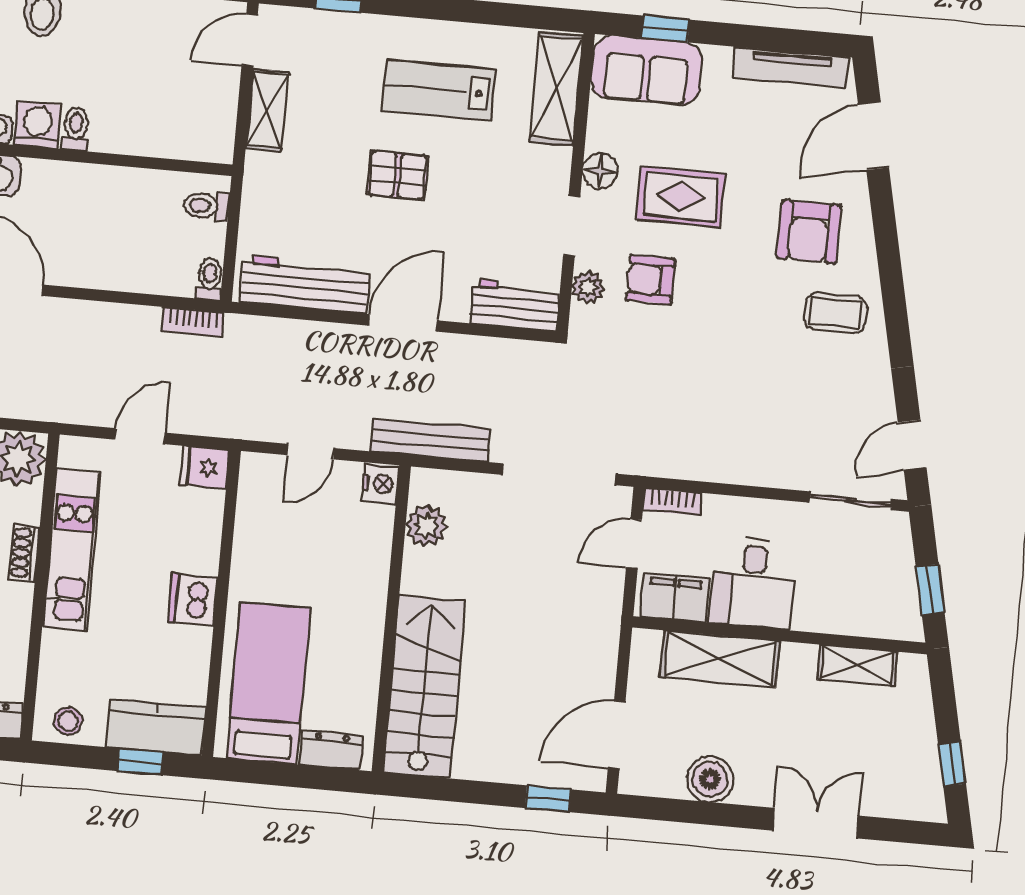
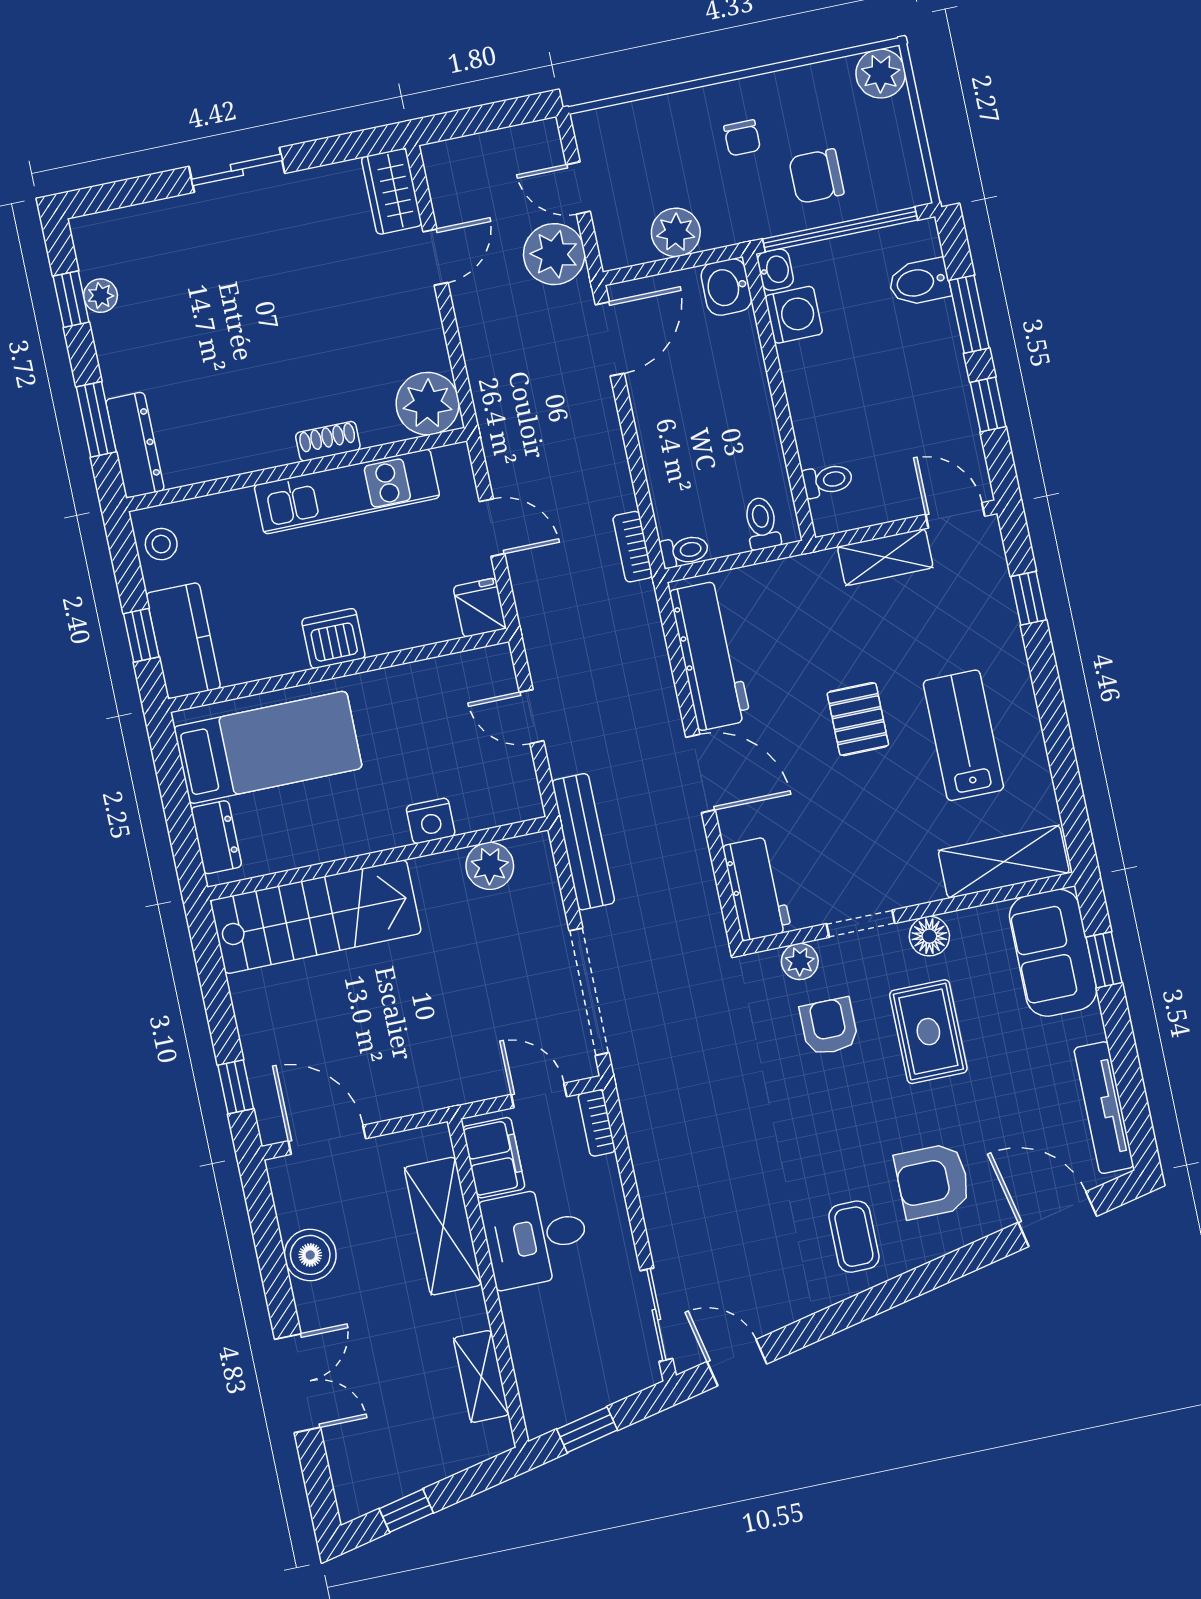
toilet: (76, 129) -> (828, 480), moved
nightstand: (380, 484) -> (431, 821), moved

